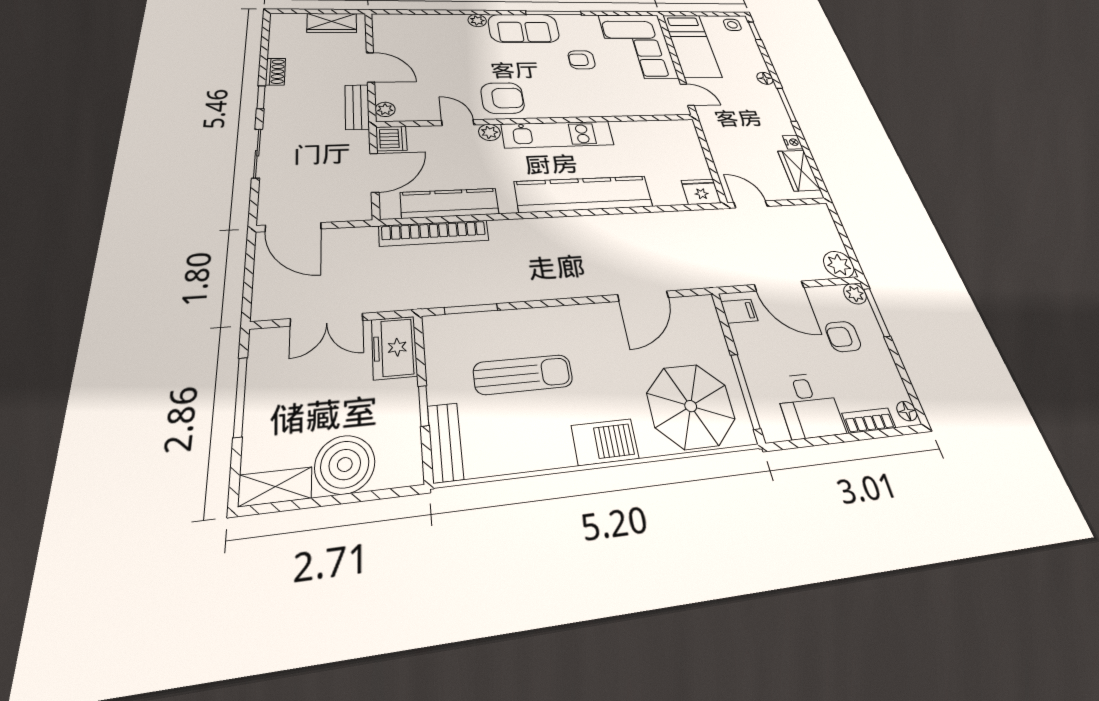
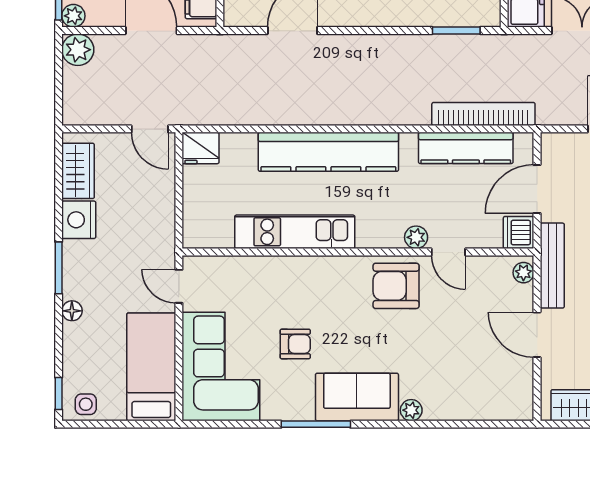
bench: (357, 107) -> (552, 266), width x1.36
kitchen unit: (558, 134) -> (295, 232), moved
nightstand: (793, 142) -> (79, 220), width x1.89, depth x1.79

